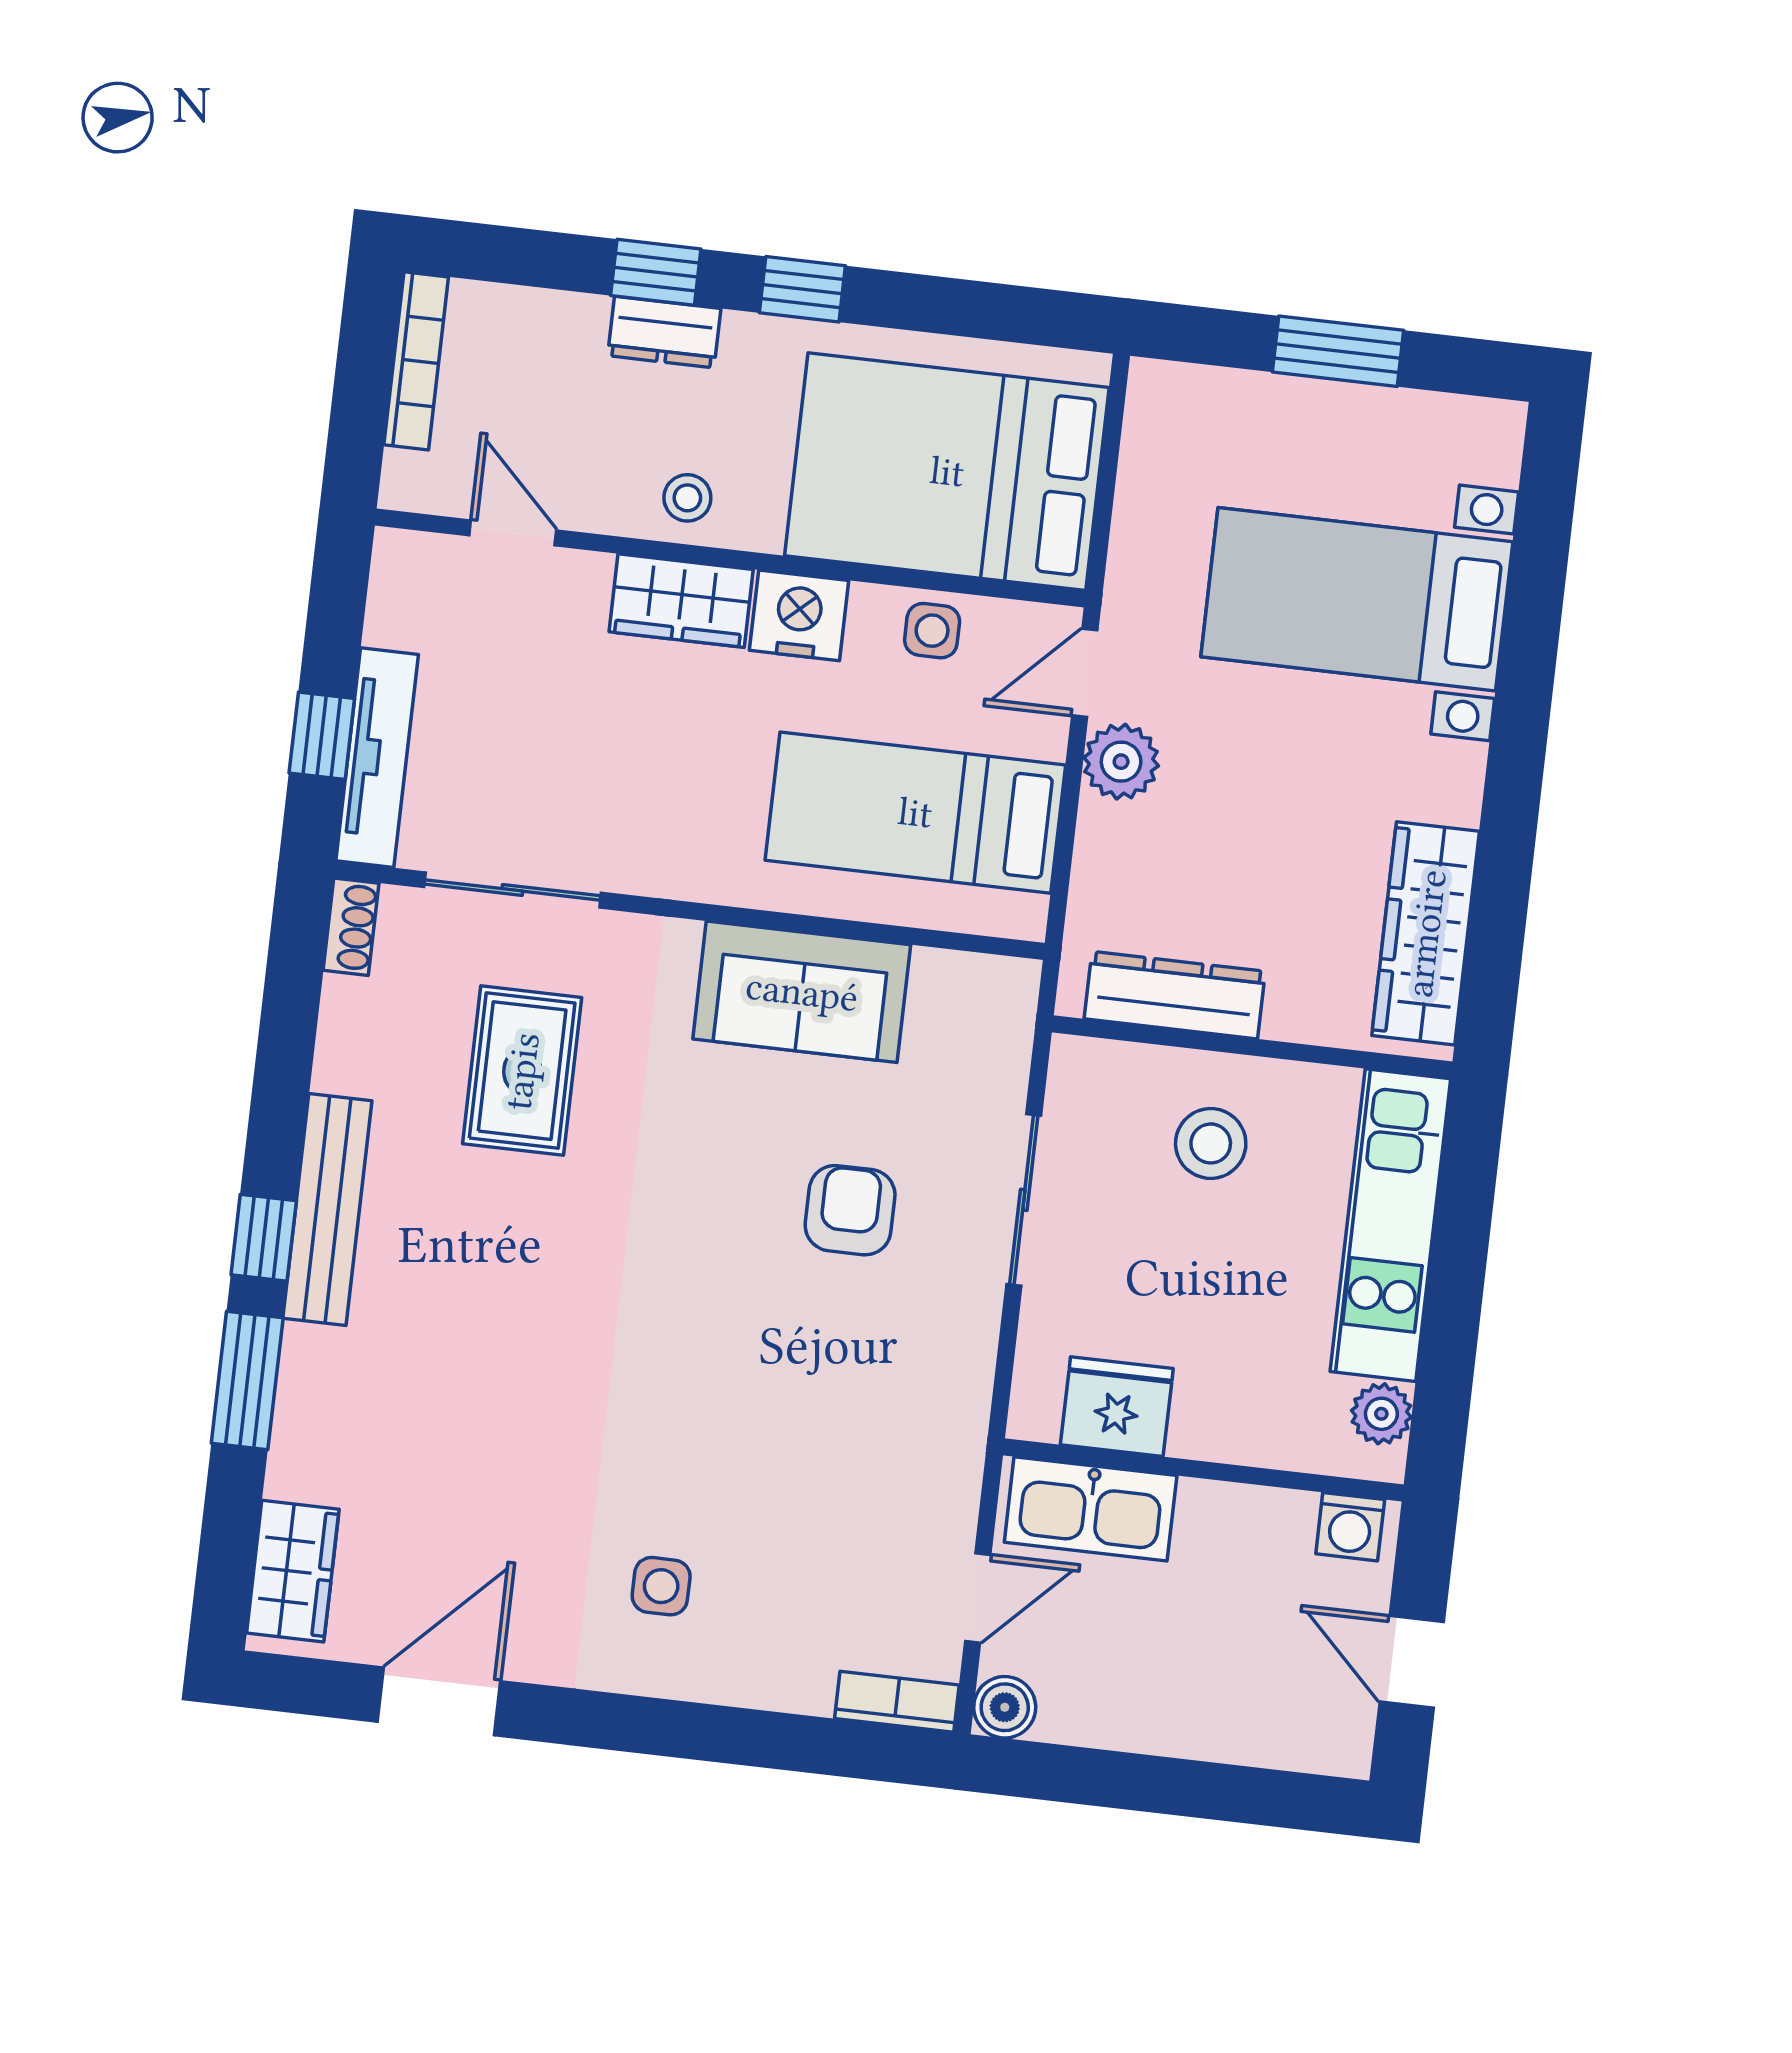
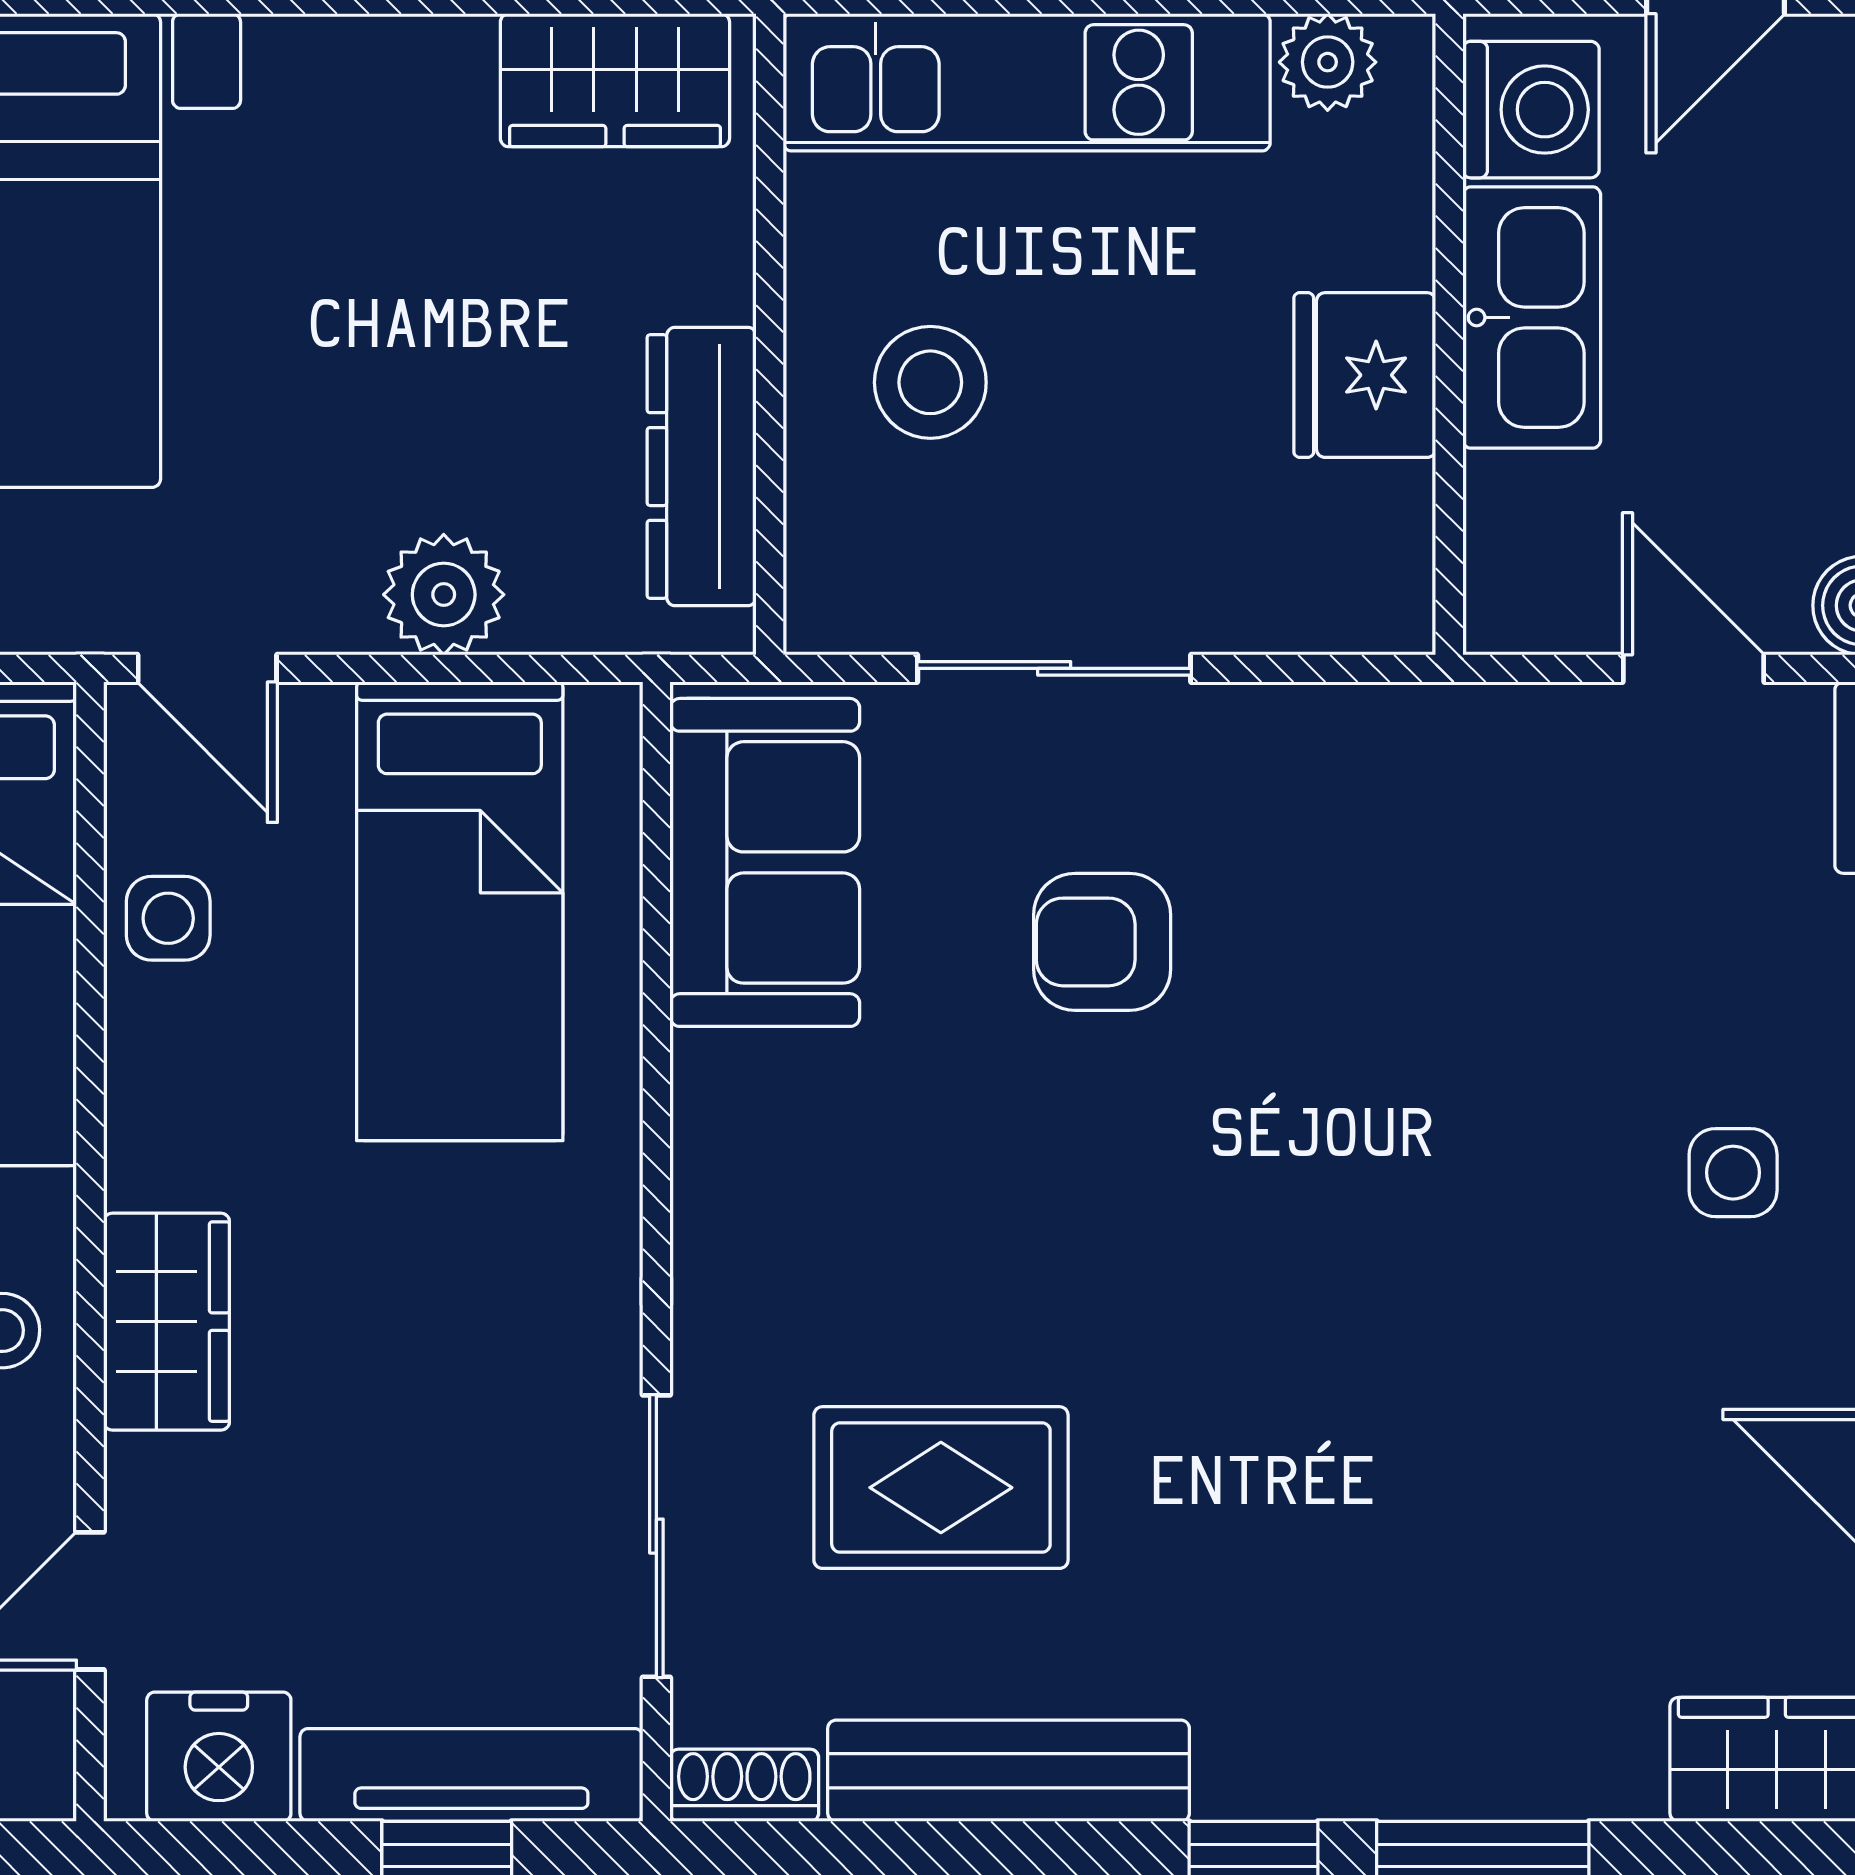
nightstand: (799, 615) -> (219, 1757), moved, turned -90
plant: (1121, 762) -> (444, 595), moved
wardrobe: (1426, 933) -> (615, 80), width x0.67
sofa: (802, 992) -> (765, 862), moved
bench: (327, 1209) -> (1009, 1771), moved
fridge: (1117, 1407) -> (1365, 375), moved
kitchen sink: (1091, 1509) -> (1532, 318), moved
washing machine: (1350, 1527) -> (1531, 110), width x1.38, depth x1.38

